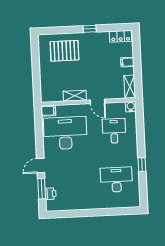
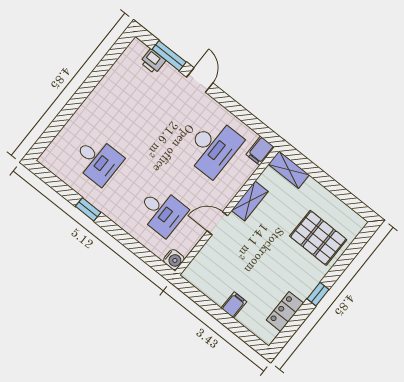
locker: (121, 36) -> (285, 312), moved
pallet: (64, 51) -> (318, 238), turned 90
shelving: (130, 87) -> (289, 170), moved
desk: (65, 133) -> (213, 147), width x0.73, depth x0.77
desk: (116, 180) -> (97, 160), width x0.73

